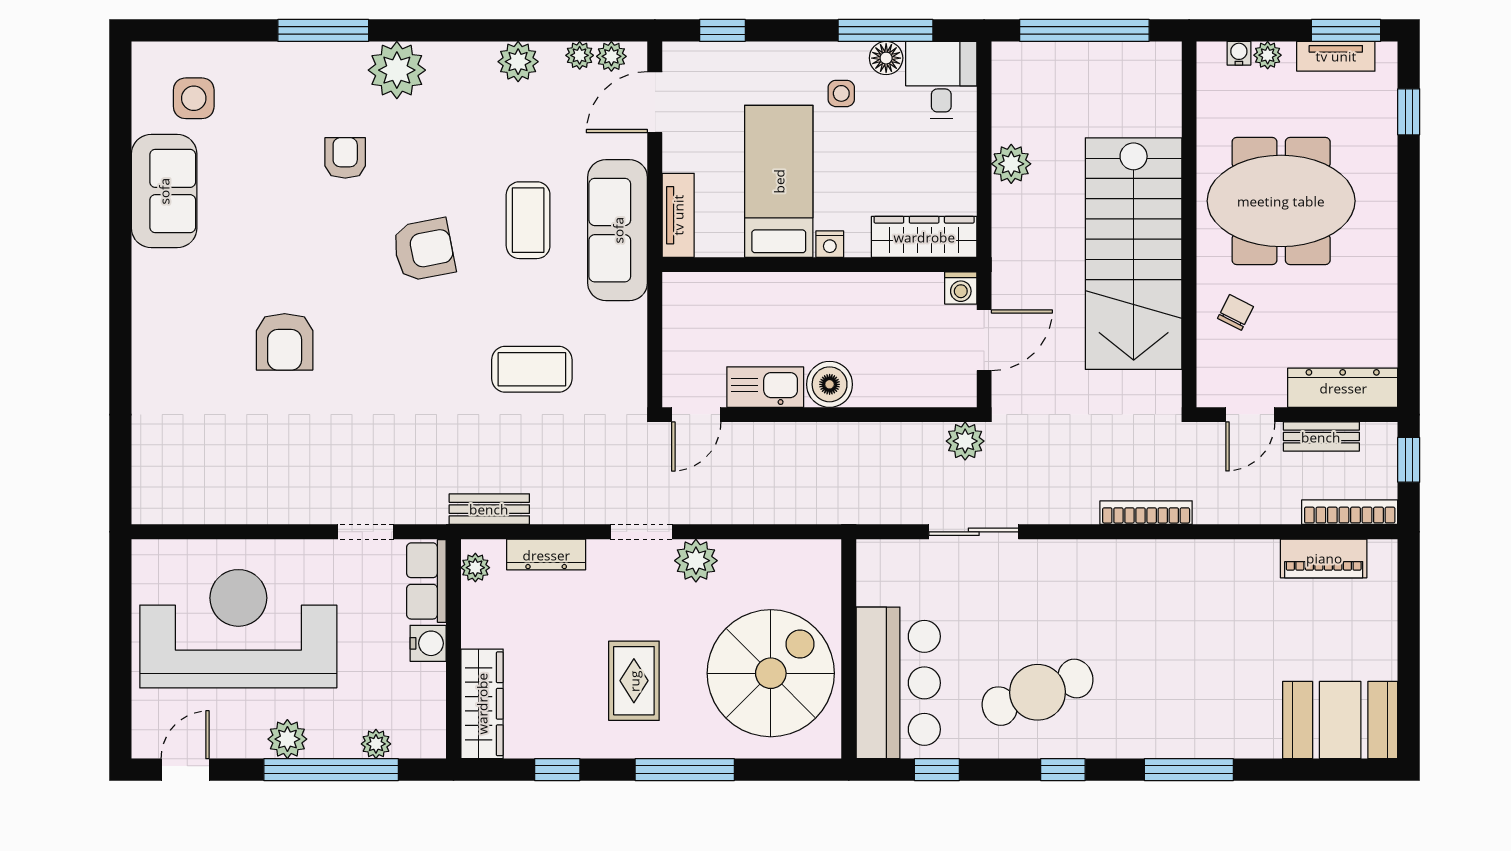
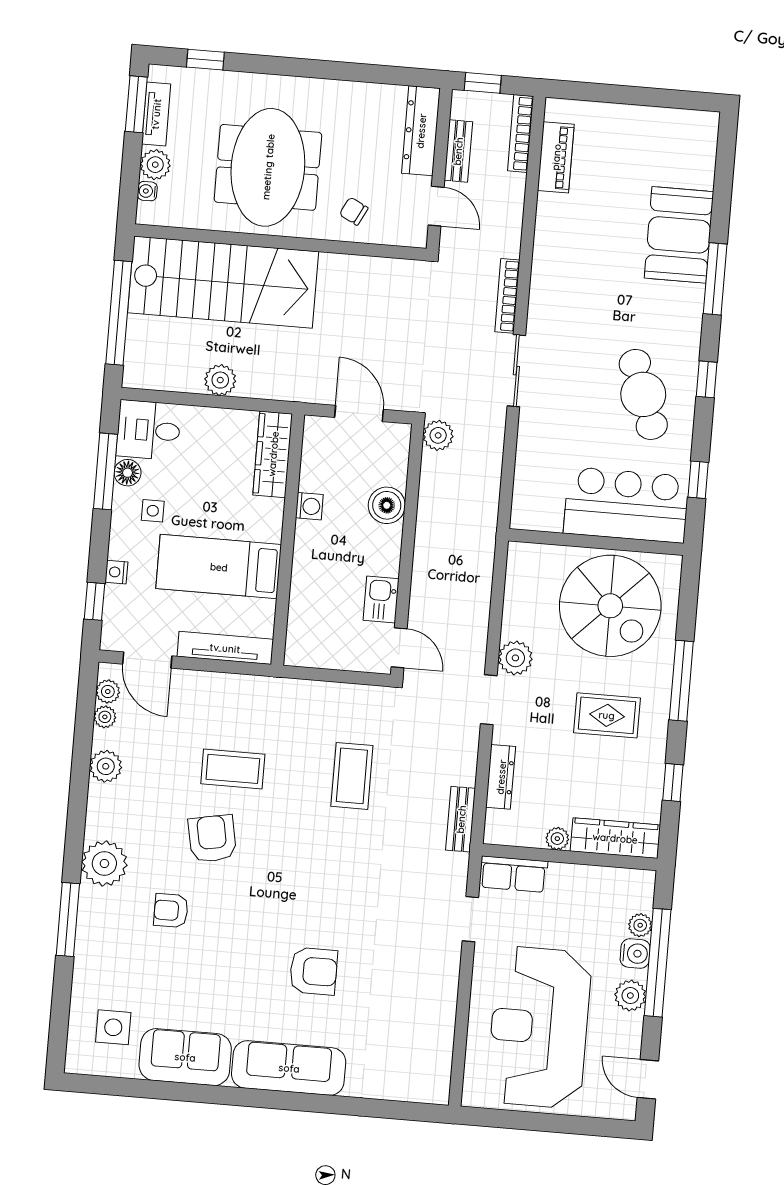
plant: (1268, 55) -> (155, 165), width x1.38, depth x1.38
tv unit: (678, 215) -> (225, 648), width x1.41
sofa: (618, 230) -> (289, 1068), moved, turned 180
nightstand: (830, 244) -> (116, 572), moved, turned 180
armchair: (424, 250) -> (212, 839), moved
stairs: (1134, 254) -> (223, 282), moved
washing machine: (961, 288) -> (309, 506), moved
boiler: (830, 384) -> (387, 505), moved
kitchen sink: (765, 387) -> (381, 599), width x0.73
sliding door: (974, 532) -> (516, 371), moved
plant: (475, 568) -> (557, 839), moved
water cooler: (428, 643) -> (635, 953), moved, turned 90
spiral stairs: (771, 673) -> (610, 606), turned 180
booth: (1340, 720) -> (679, 235), moved

